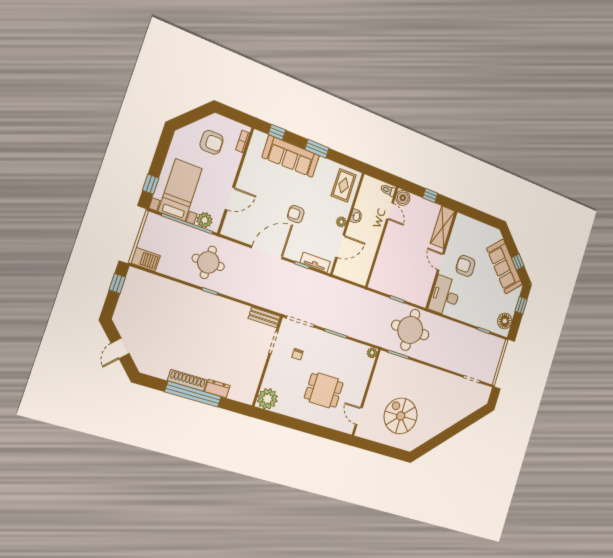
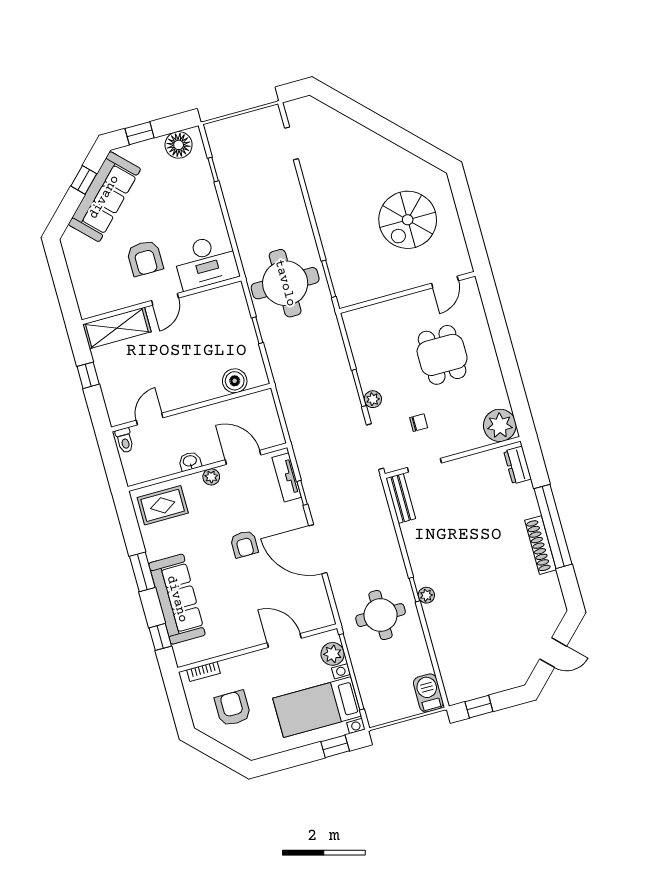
boiler: (403, 198) -> (235, 381), moved
plant: (202, 296) -> (426, 595), added
plant: (372, 353) -> (373, 399), moved
dresser: (217, 389) -> (518, 465), moved

